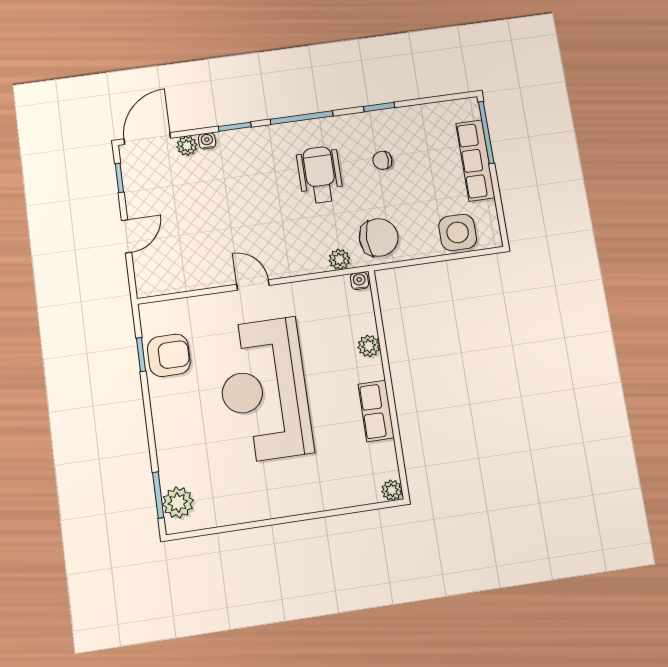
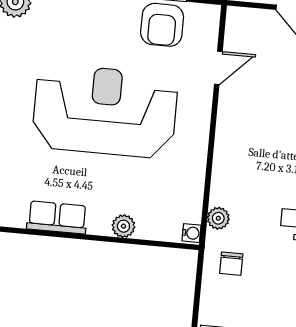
chair: (379, 238) -> (231, 264), width x0.54, depth x0.54
door: (253, 285) -> (218, 68), moved

